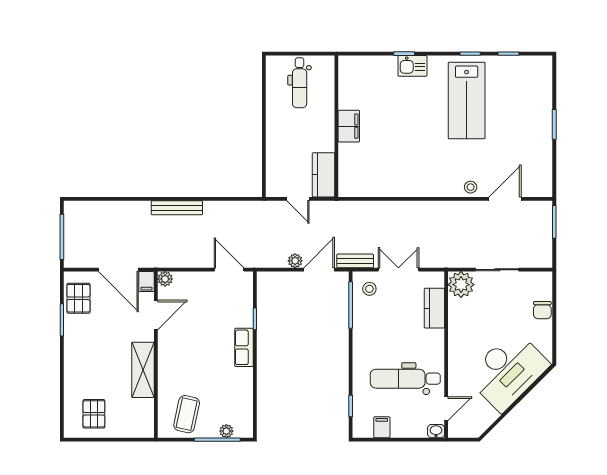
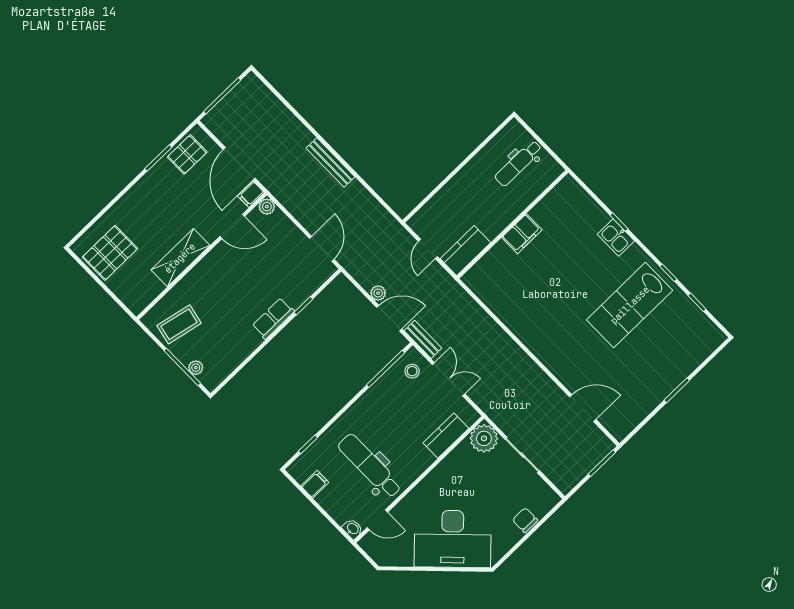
stool: (471, 187) -> (566, 373), removed
chair: (542, 310) -> (525, 520), turned 90
pallet: (94, 414) -> (110, 253), width x1.50, depth x1.42

